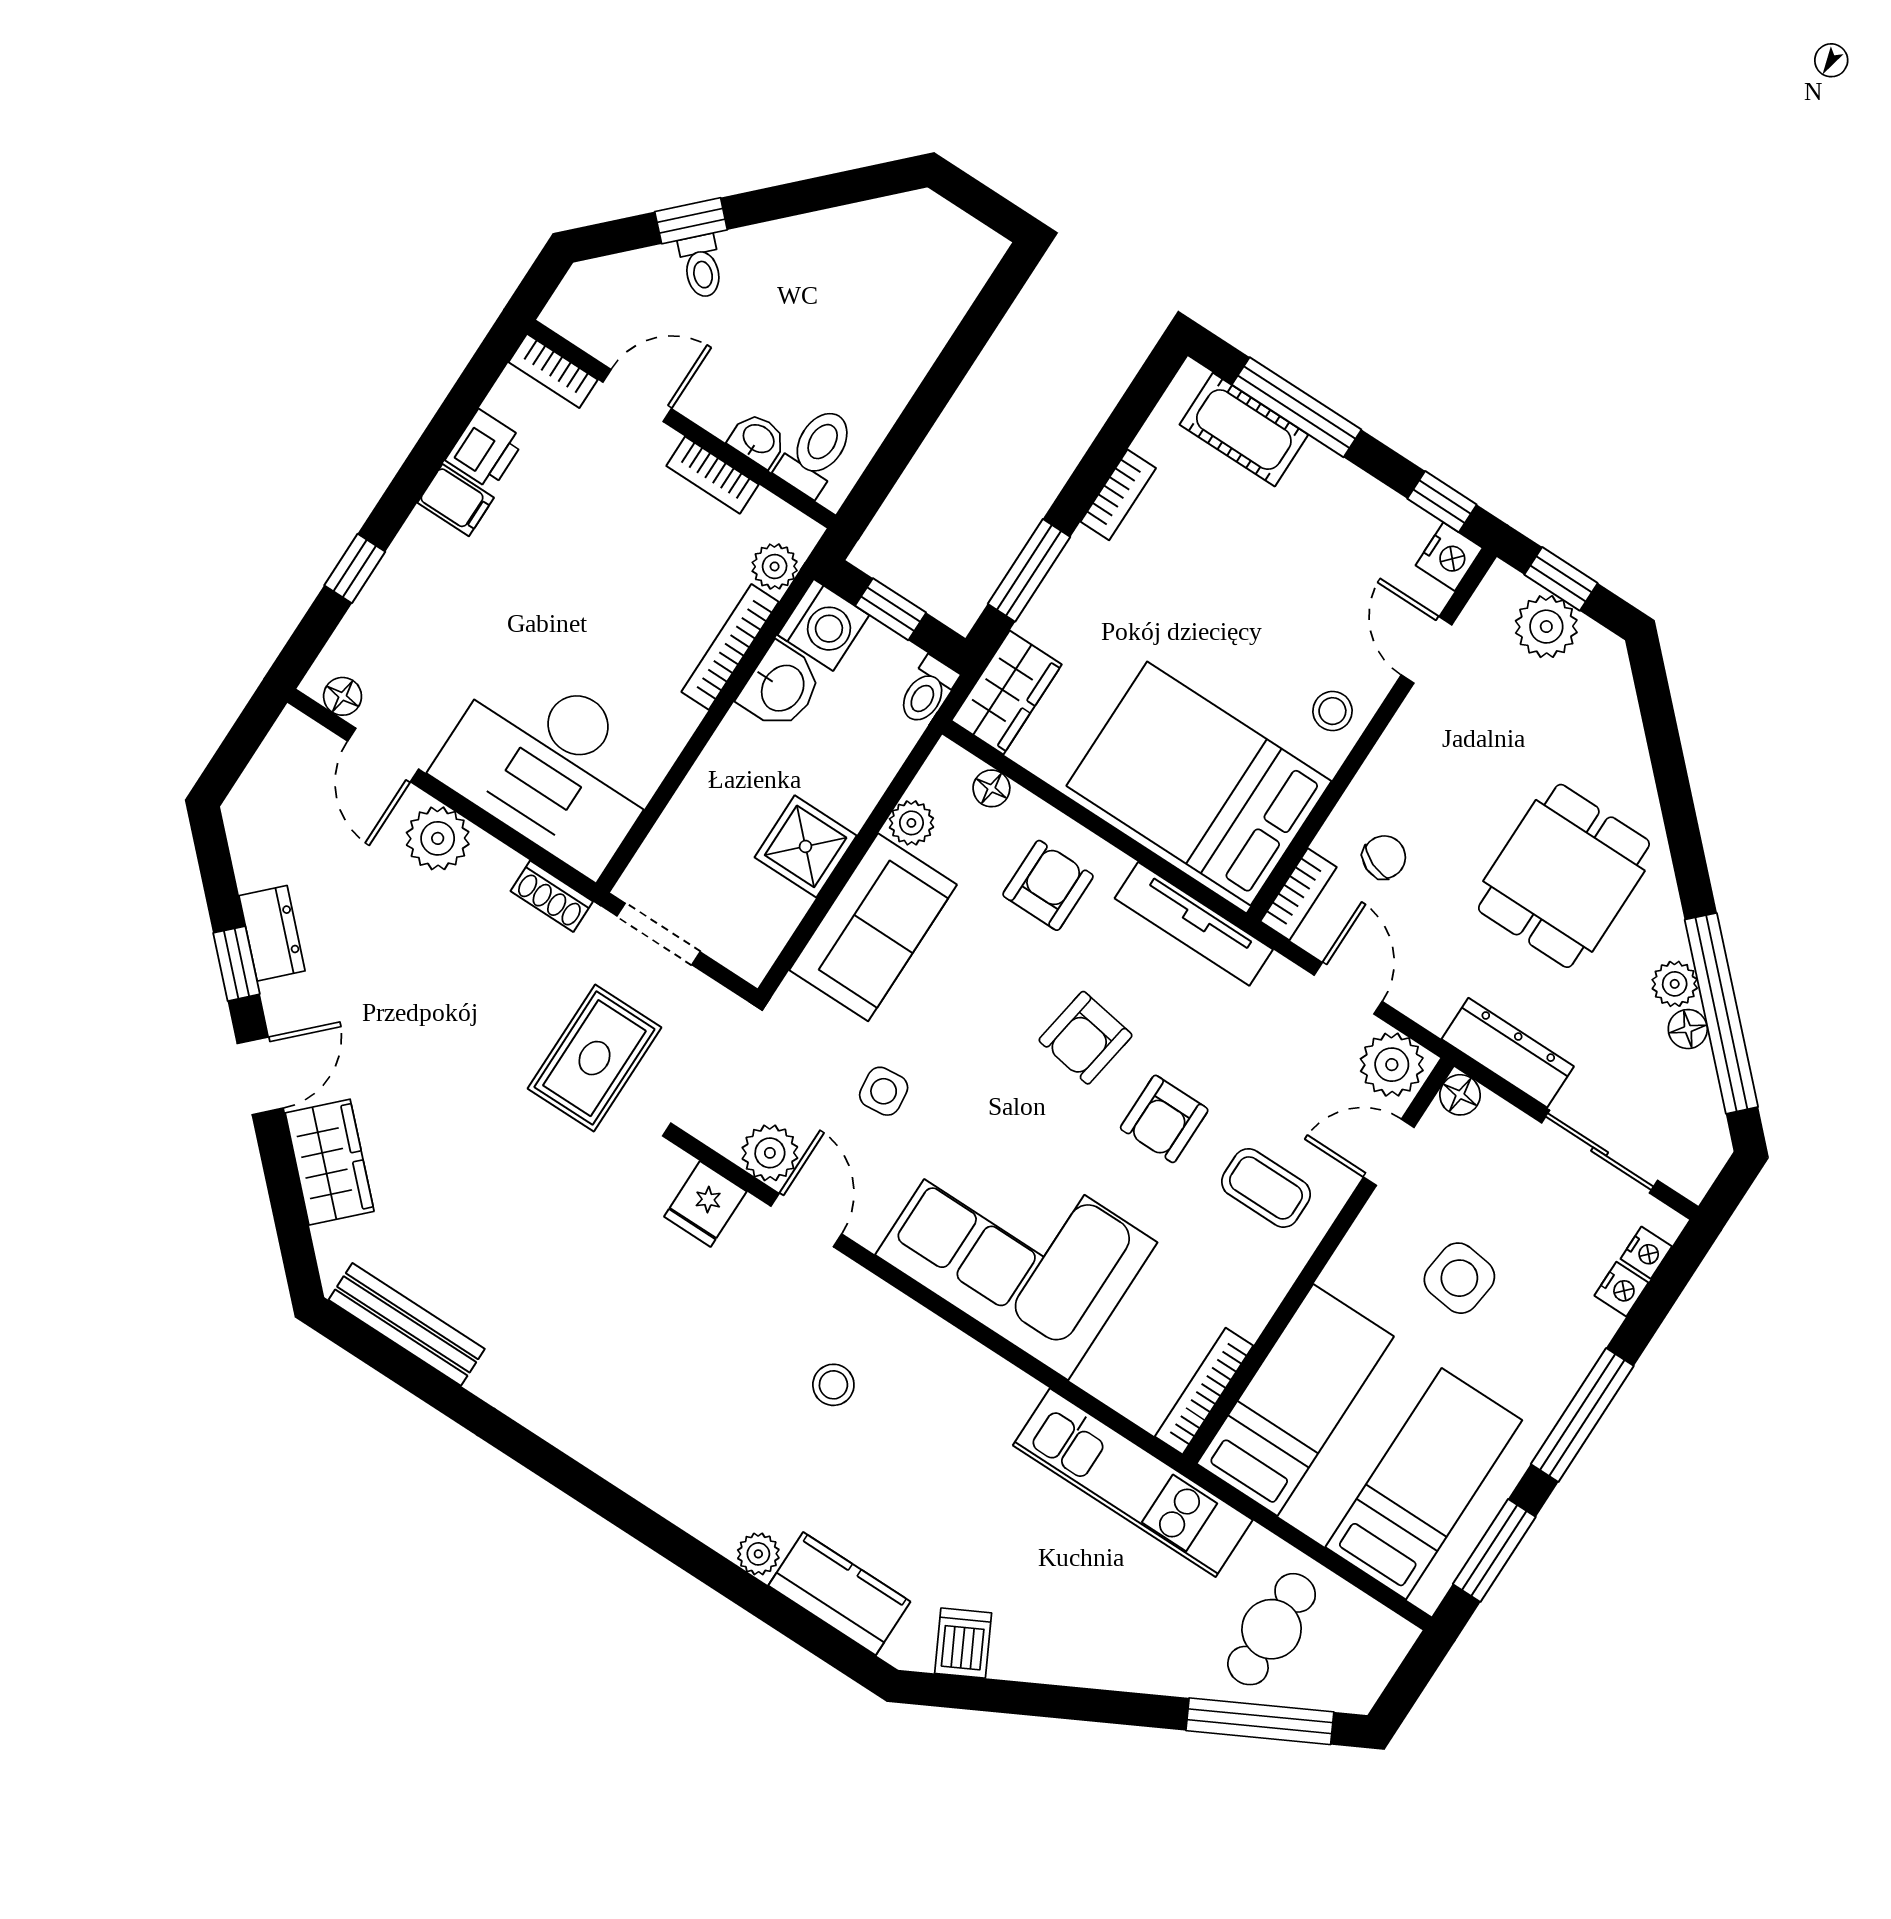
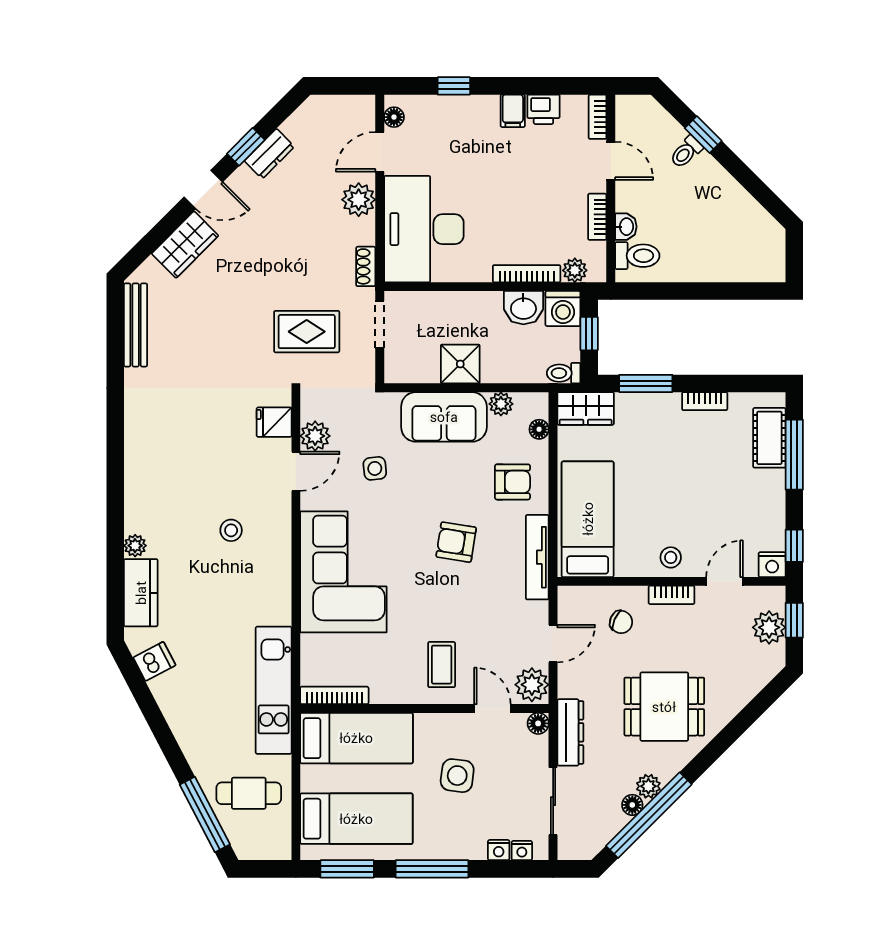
bed: (1199, 783) -> (588, 519), width x0.67
bookcase: (1299, 894) -> (672, 595), moved
armchair: (1164, 1119) -> (443, 600), removed

